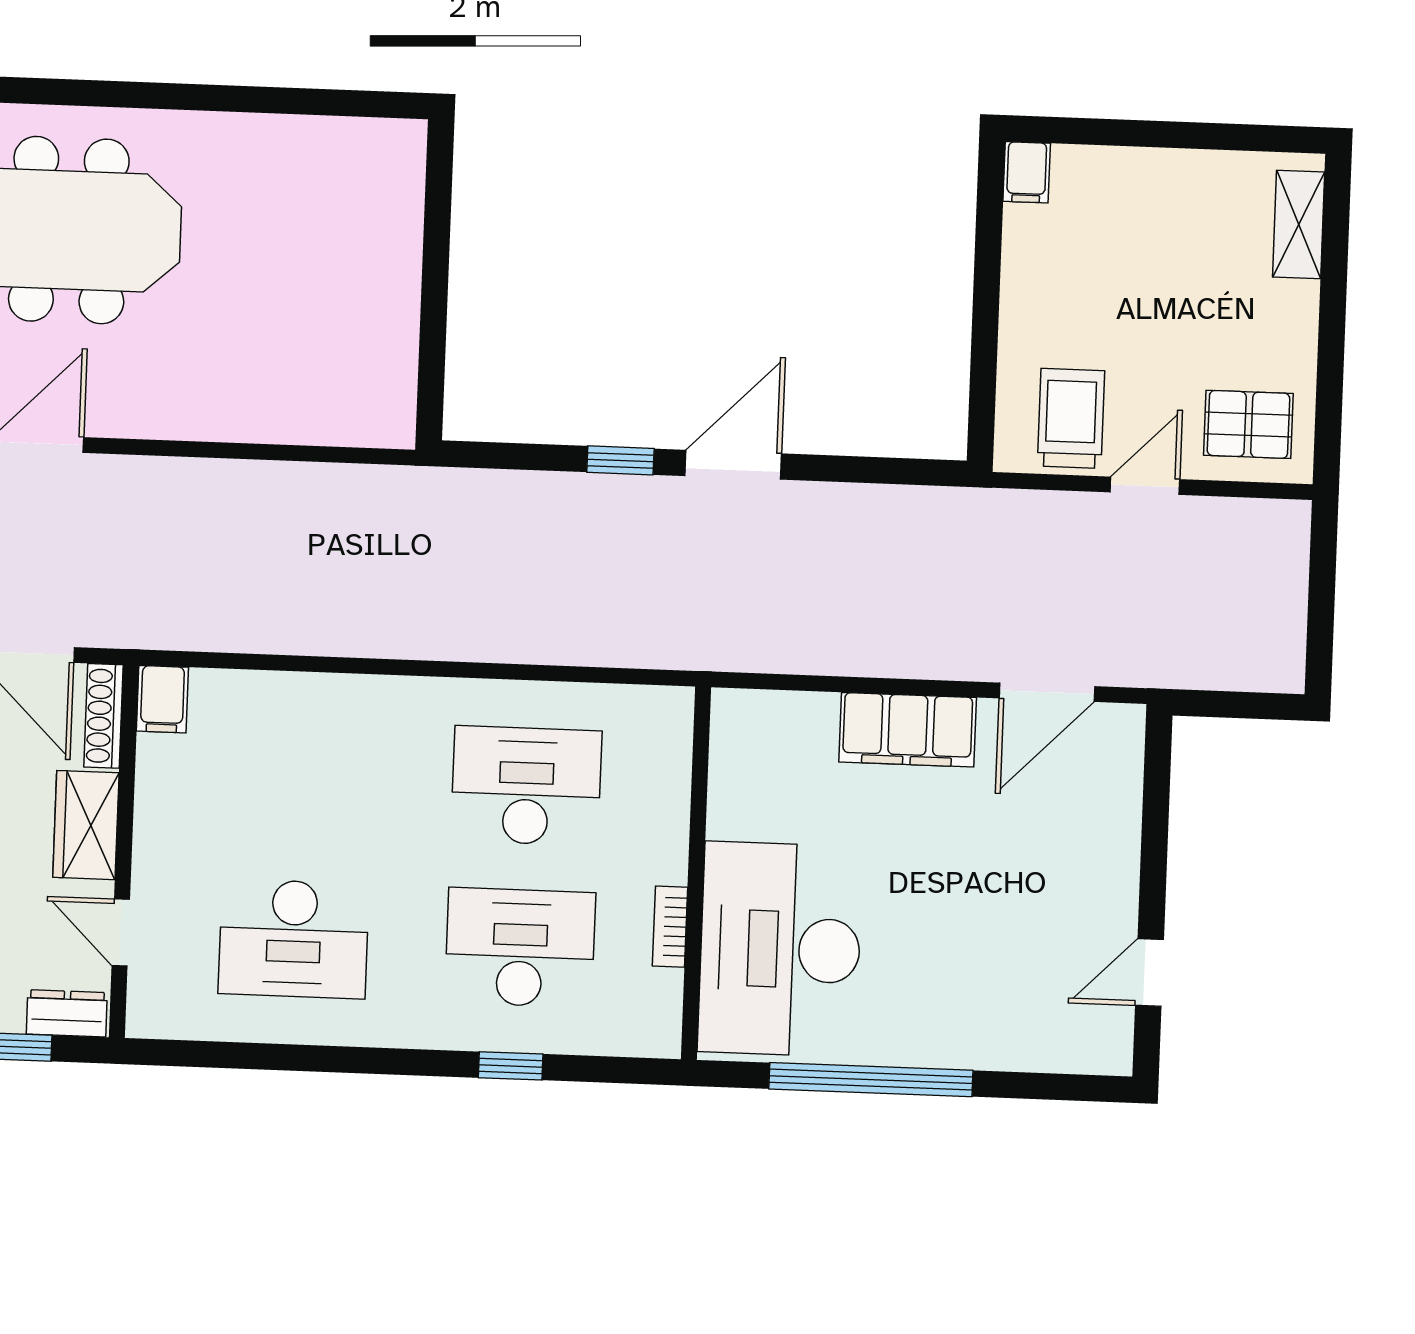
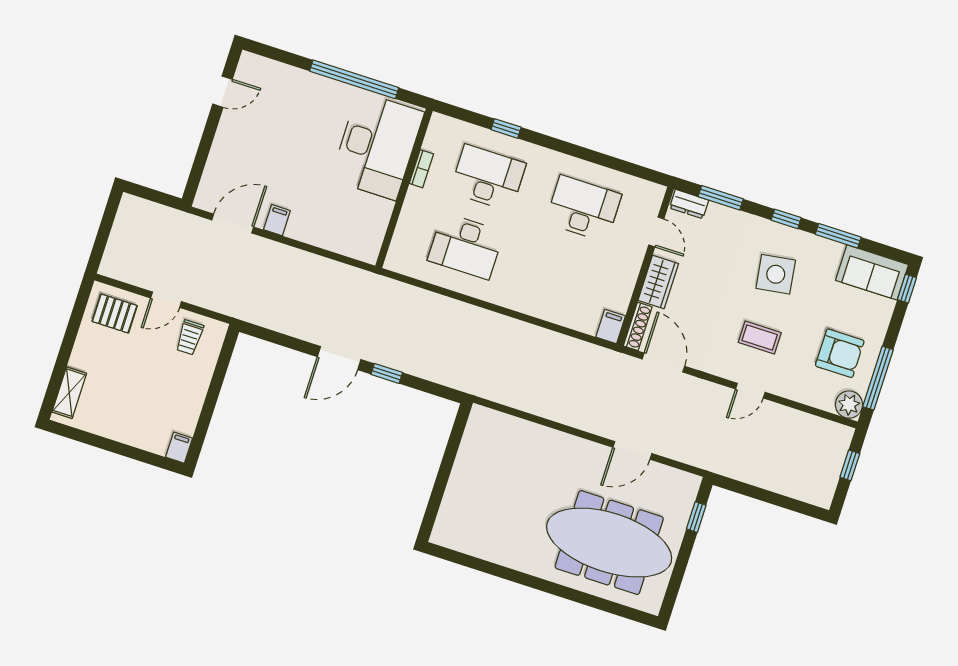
trolley: (1071, 418) -> (190, 337), width x0.73, depth x0.72
filing cabinet: (908, 730) -> (277, 220), width x0.33, depth x0.86
desk: (520, 948) -> (488, 178), turned 180

